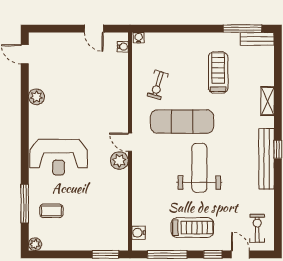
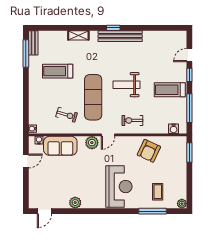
sofa: (115, 76) -> (60, 146), added
plant: (119, 161) -> (92, 143), moved
weight bench: (199, 168) -> (127, 85), width x0.73, depth x0.75
armchair: (108, 199) -> (149, 151), added
treadmill: (192, 228) -> (170, 90), turned -90
exercise bike: (257, 228) -> (132, 120), moved

